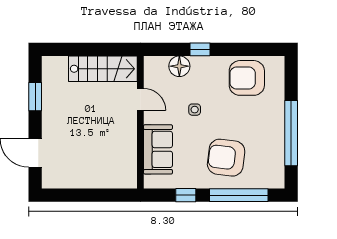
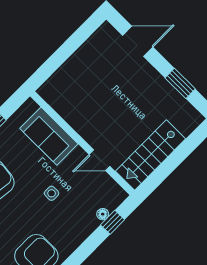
window: (200, 49) -> (113, 222), moved
floor lamp: (179, 66) -> (103, 214), width x0.53, depth x0.53

